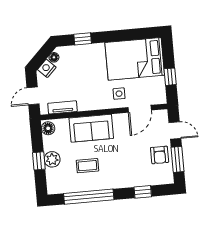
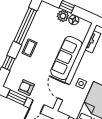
floor lamp: (48, 128) -> (74, 20), moved
sofa: (91, 128) -> (66, 58), width x1.36
coffee table: (87, 166) -> (29, 48), moved

